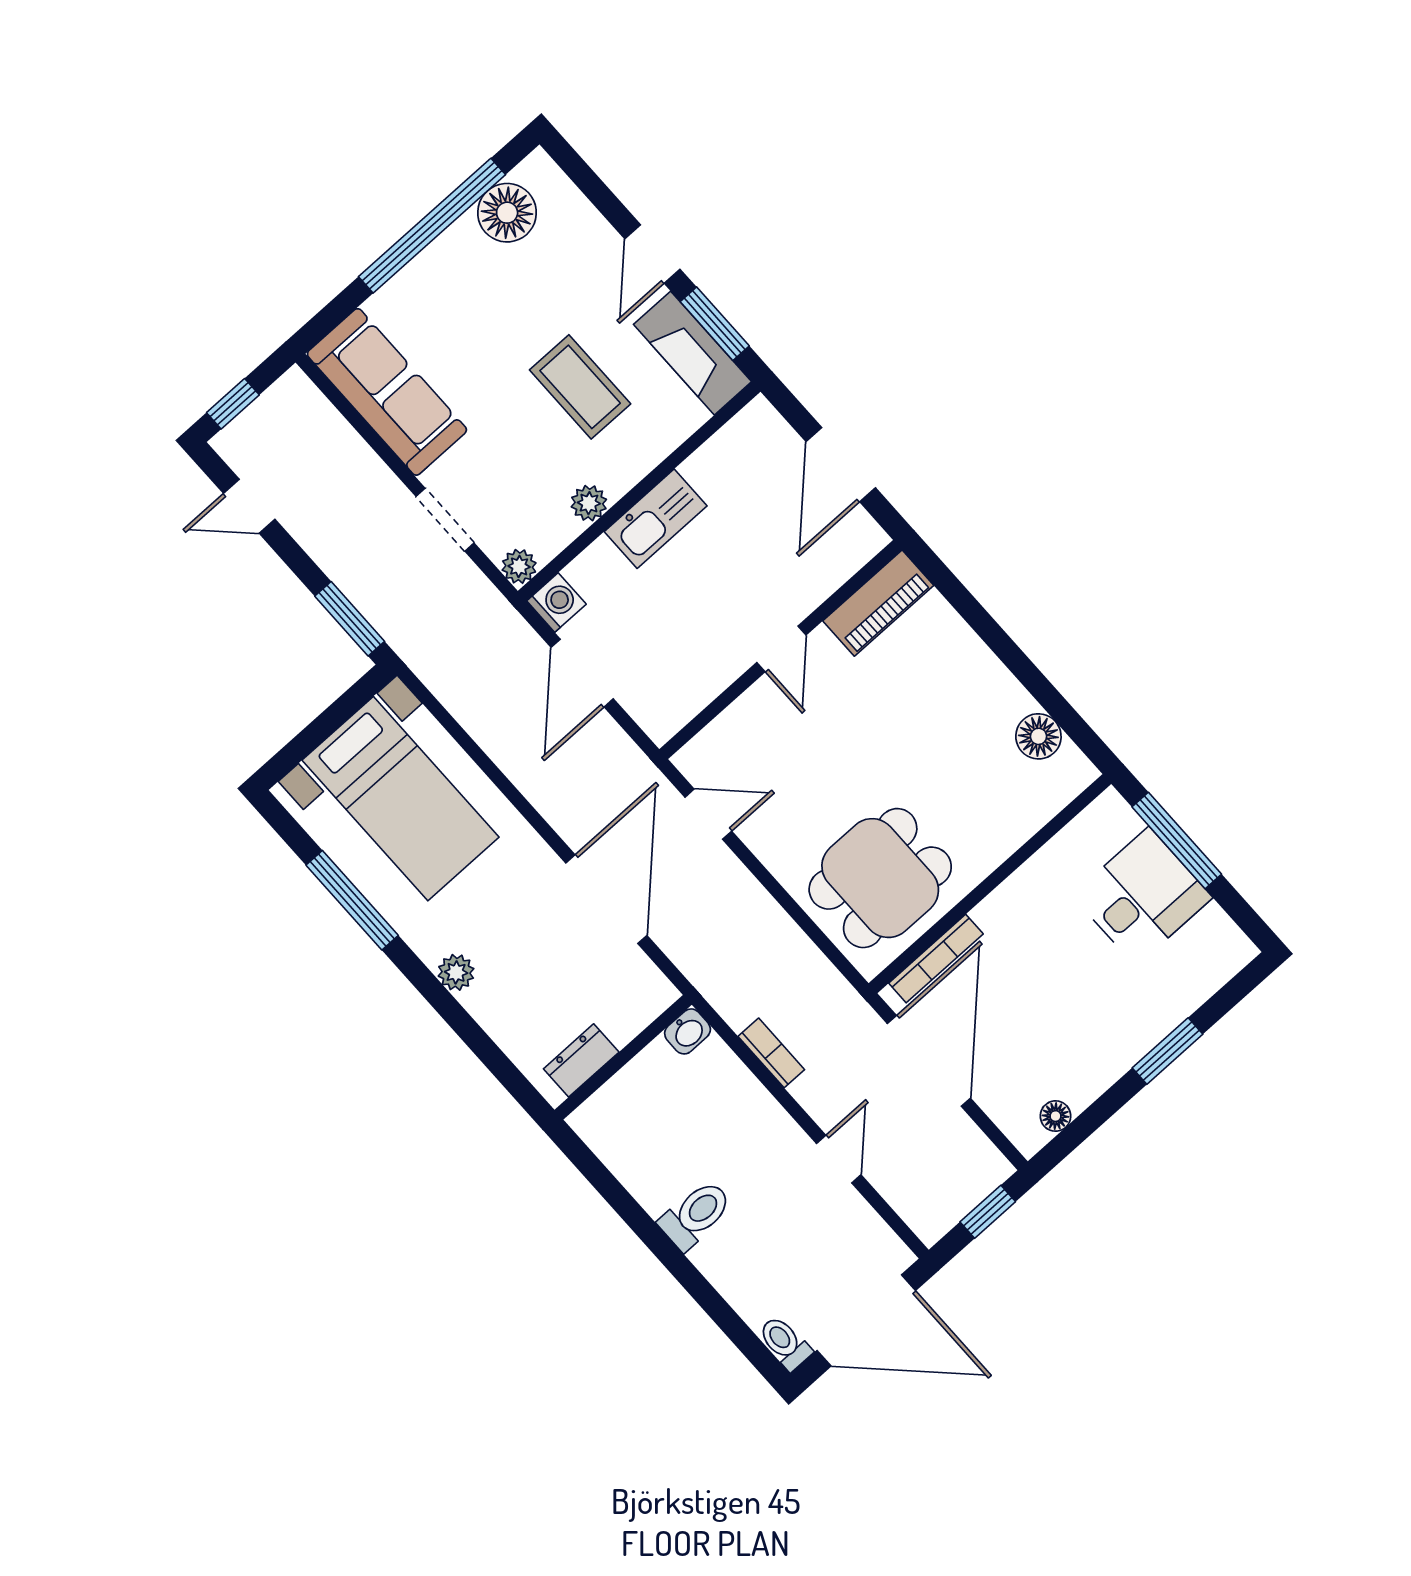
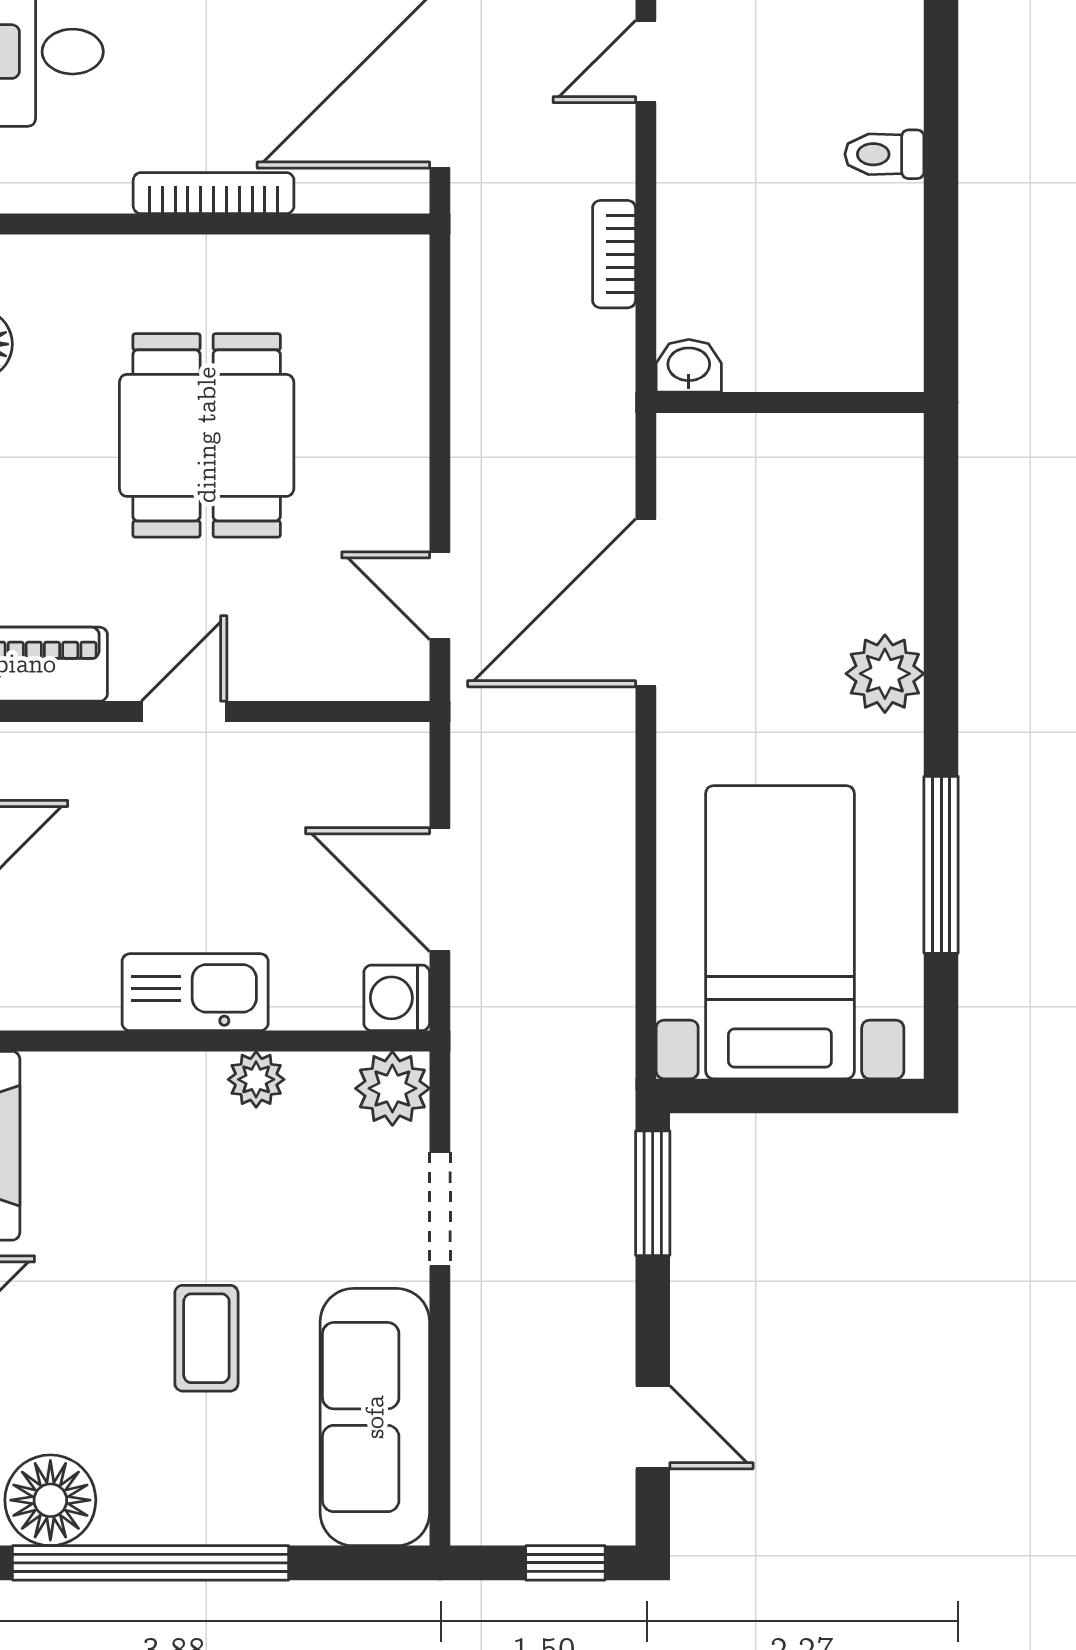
coffee table: (580, 387) -> (206, 1338), moved, width x0.73, depth x0.77
plant: (519, 566) -> (392, 1088), width x1.38, depth x1.38
door: (582, 673) -> (440, 890), swing flipped
dining table: (880, 878) -> (207, 435), moved, turned 90
bookcase: (936, 959) -> (214, 193), moved
plant: (456, 972) -> (885, 674), width x1.38, depth x1.38
dresser: (581, 1060) -> (842, 442), removed
toilet: (696, 1215) -> (884, 154), width x0.73, depth x0.72

